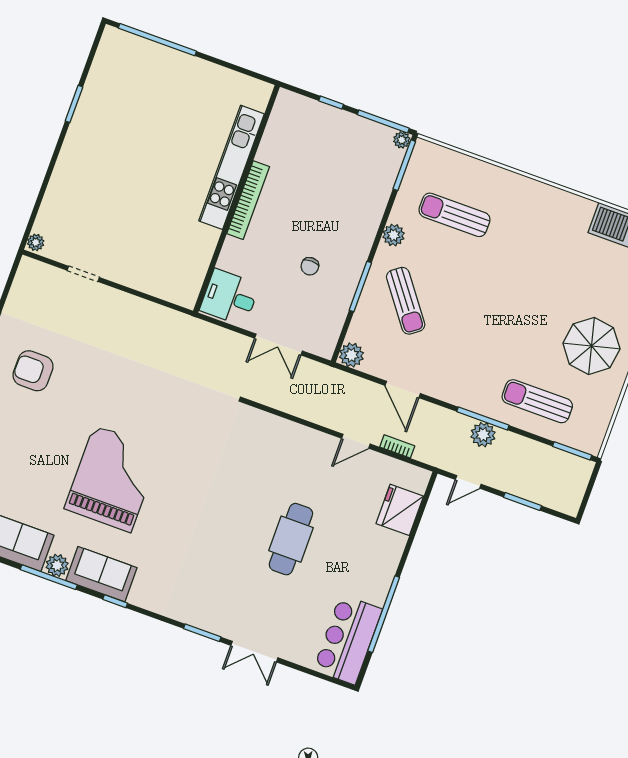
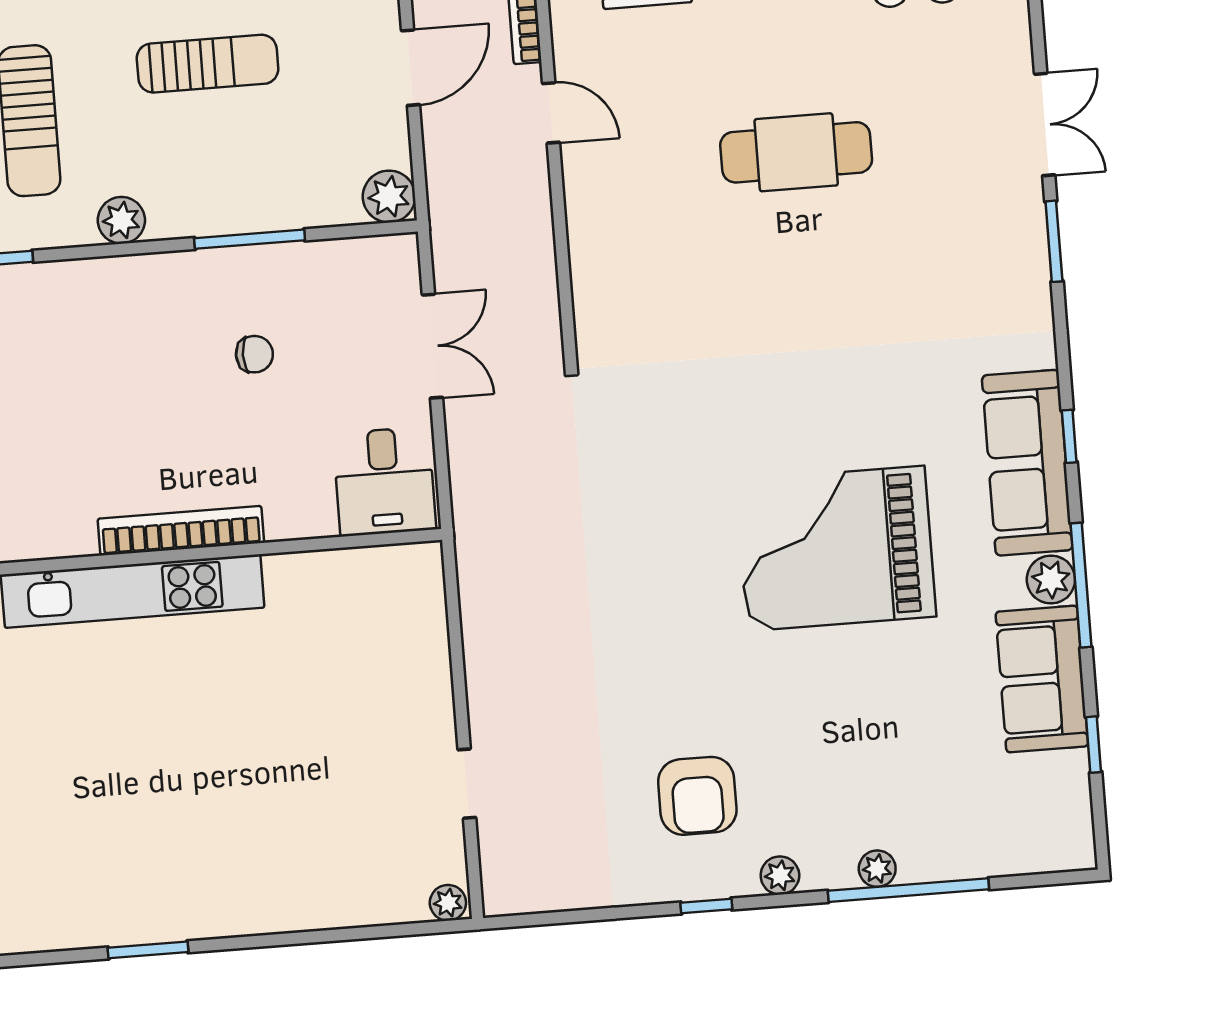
sun lounger: (406, 301) -> (208, 64), moved, turned 37
sofa: (101, 574) -> (1027, 463), width x1.36

